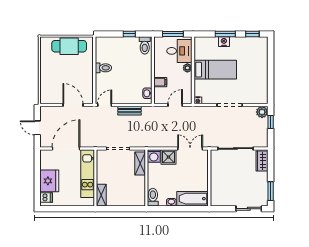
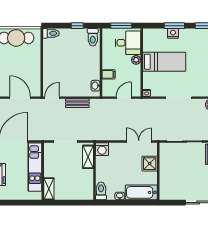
toilet: (103, 68) -> (51, 33), moved
shower: (168, 157) -> (150, 164), moved

